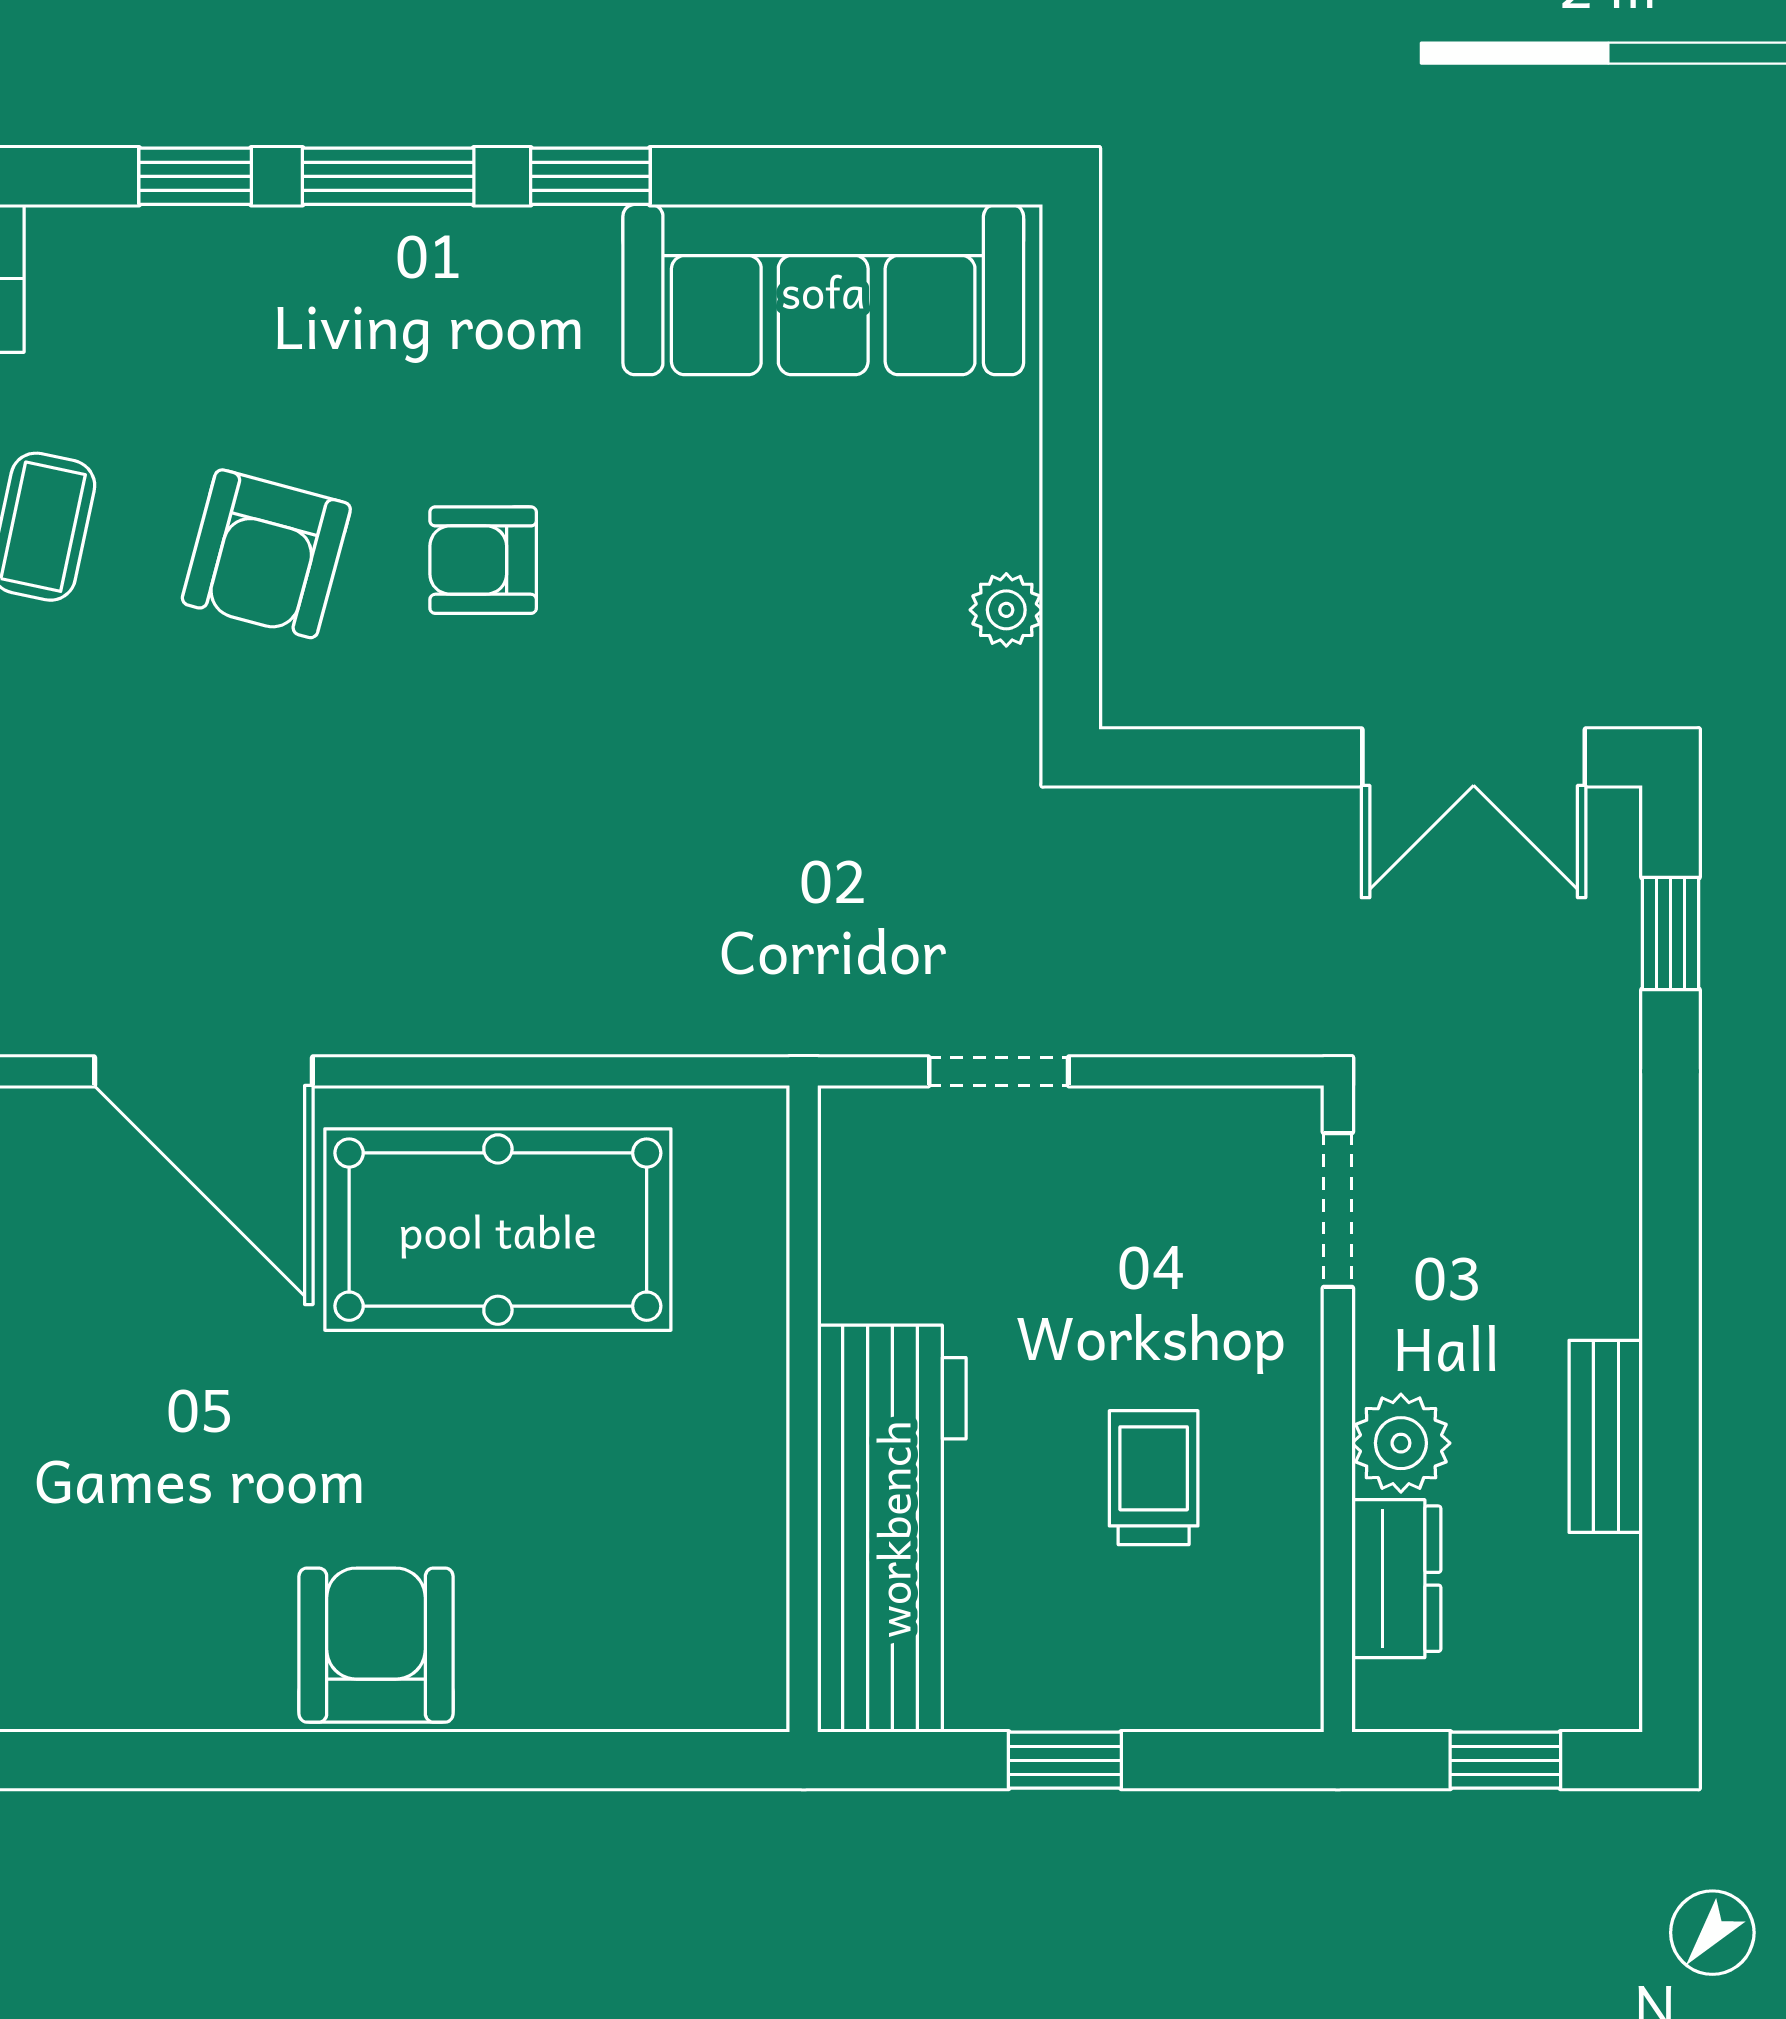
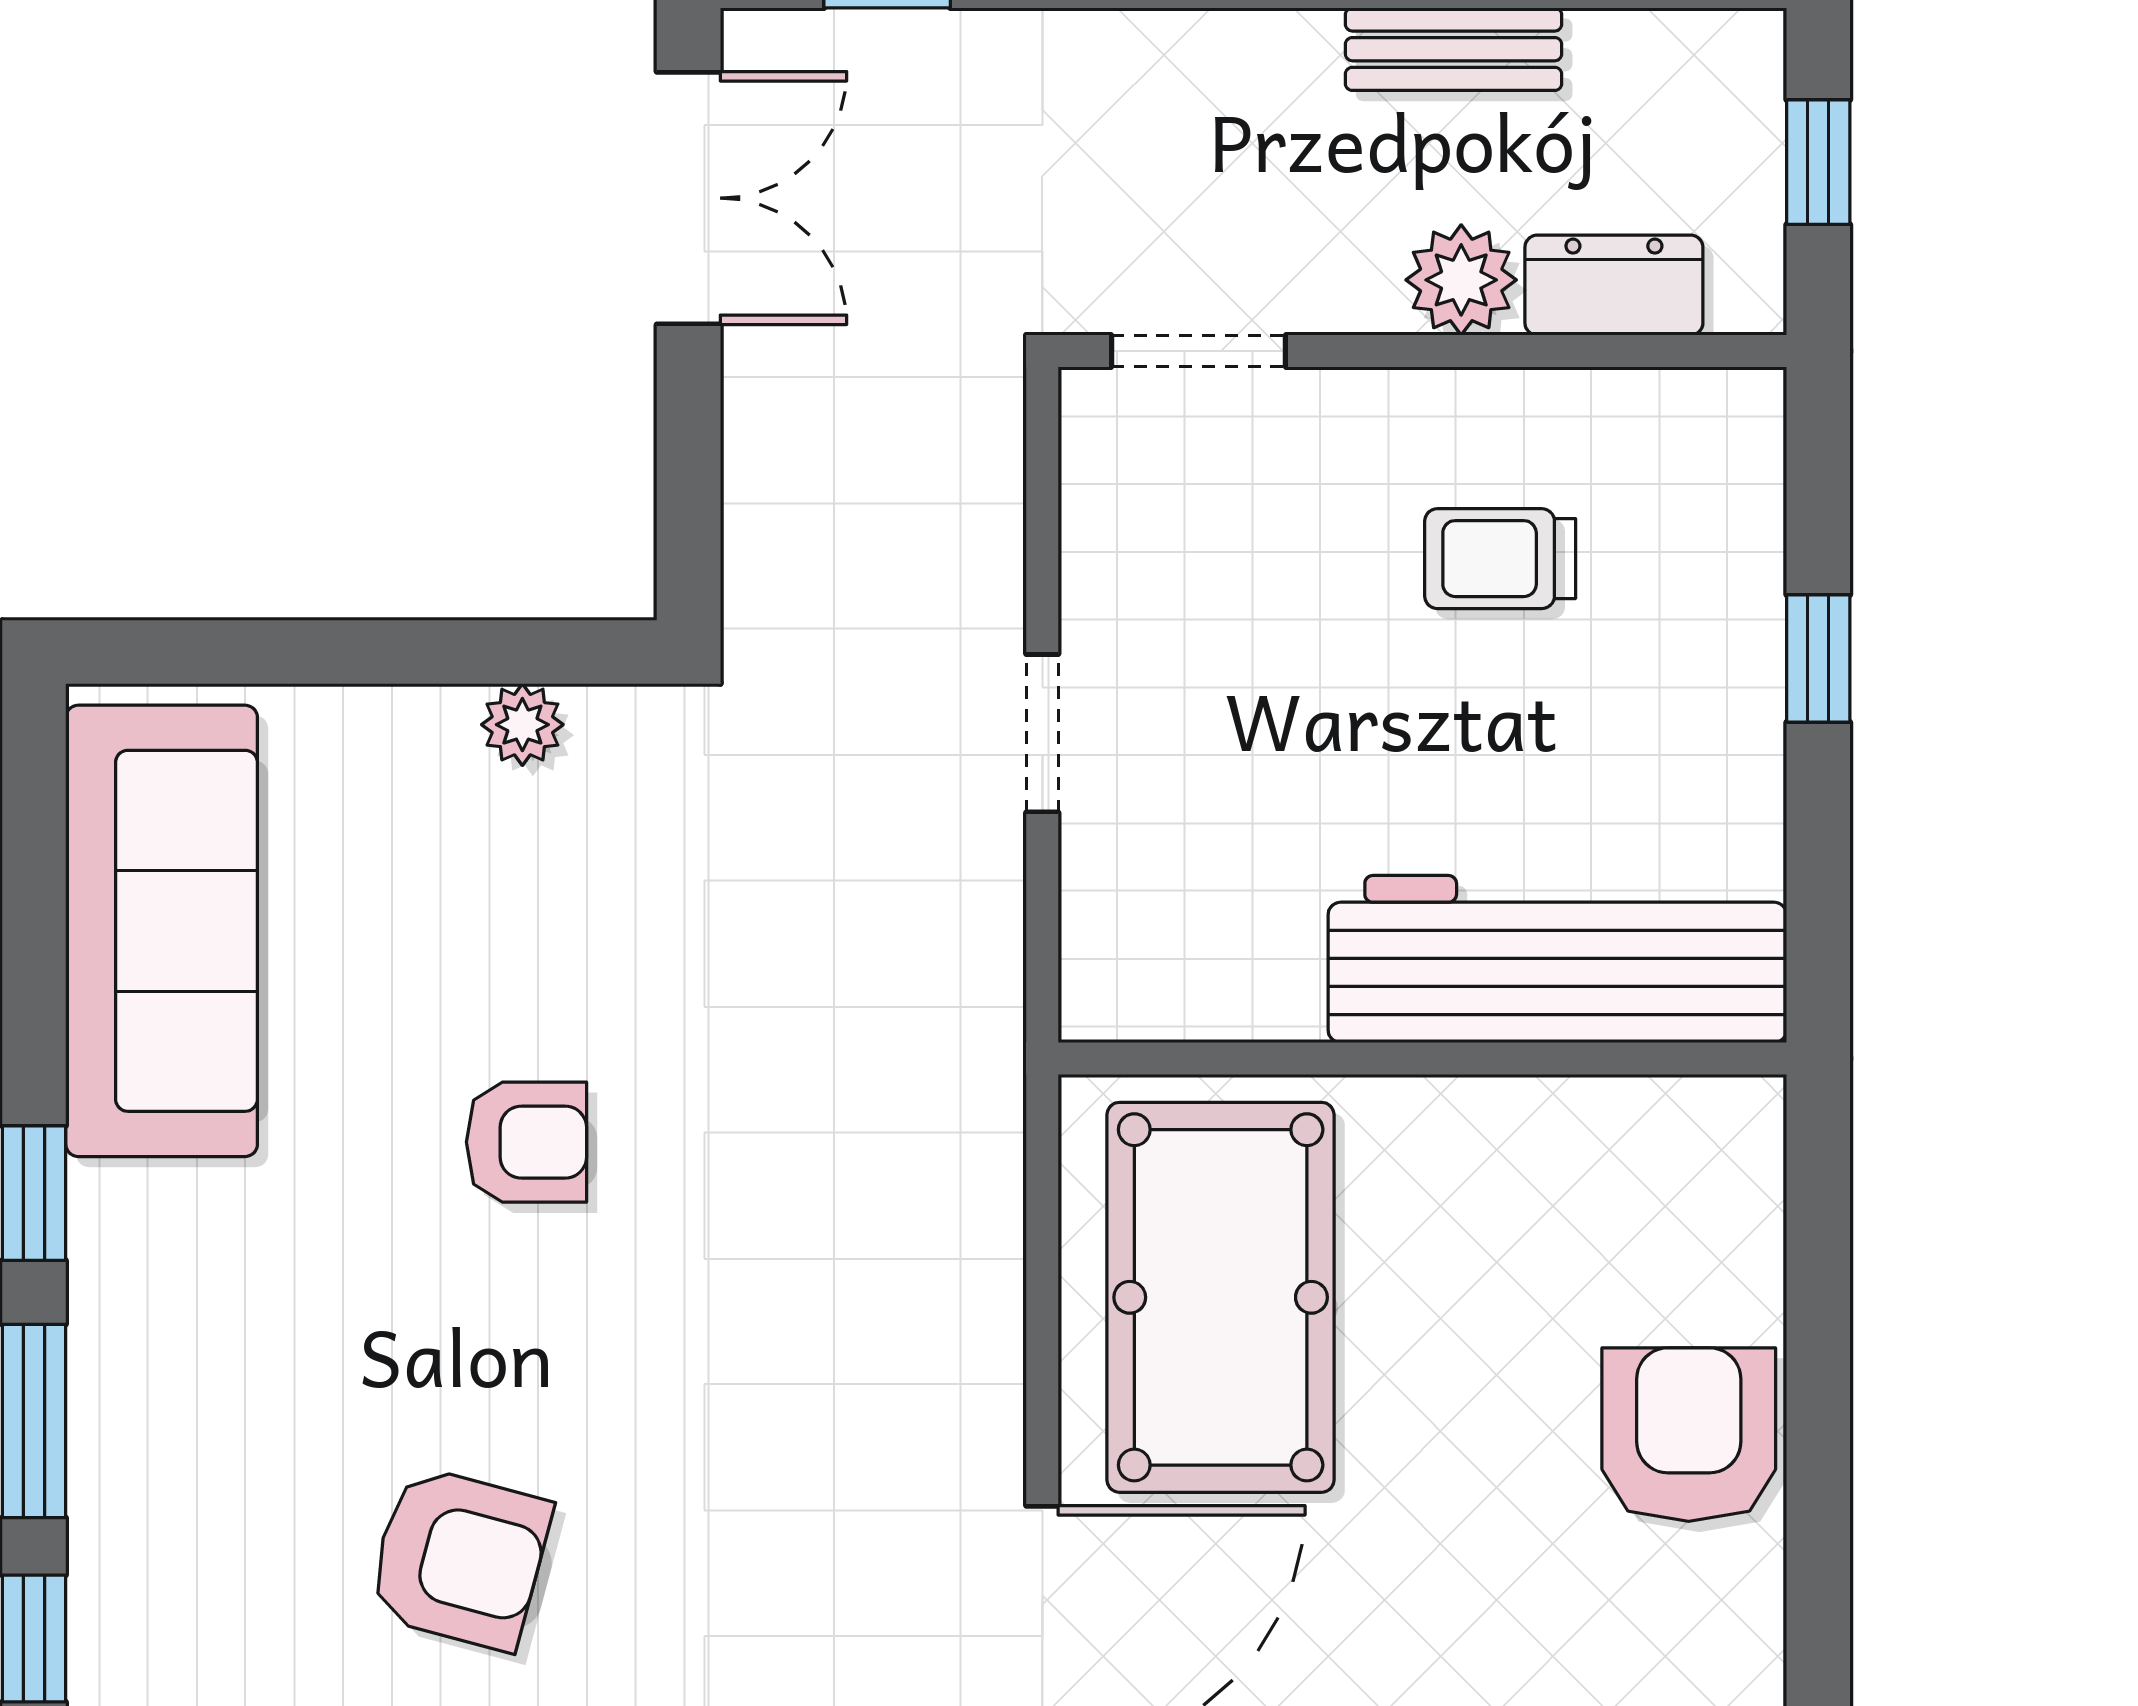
armchair: (483, 560) -> (527, 1142), moved, turned -90
wall: (804, 1409) -> (1422, 1058), moved
workbench: (892, 1529) -> (1557, 959), moved
armchair: (376, 1645) -> (1689, 1435), turned 90

